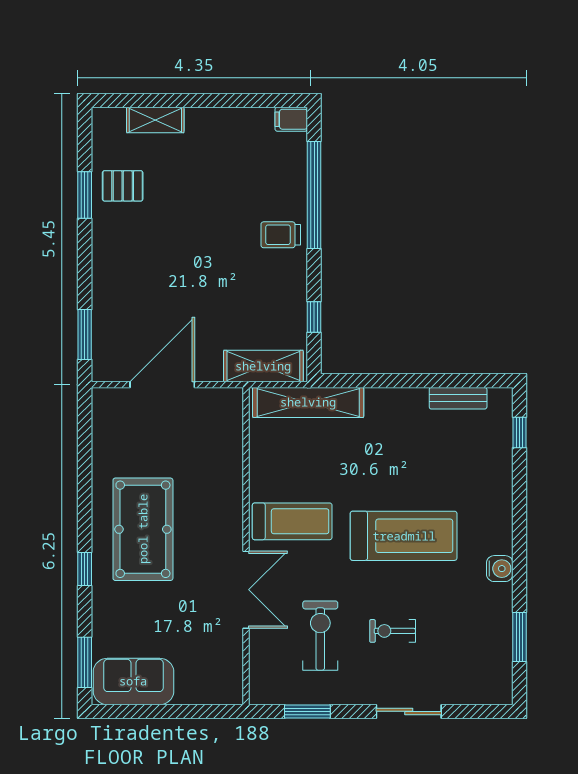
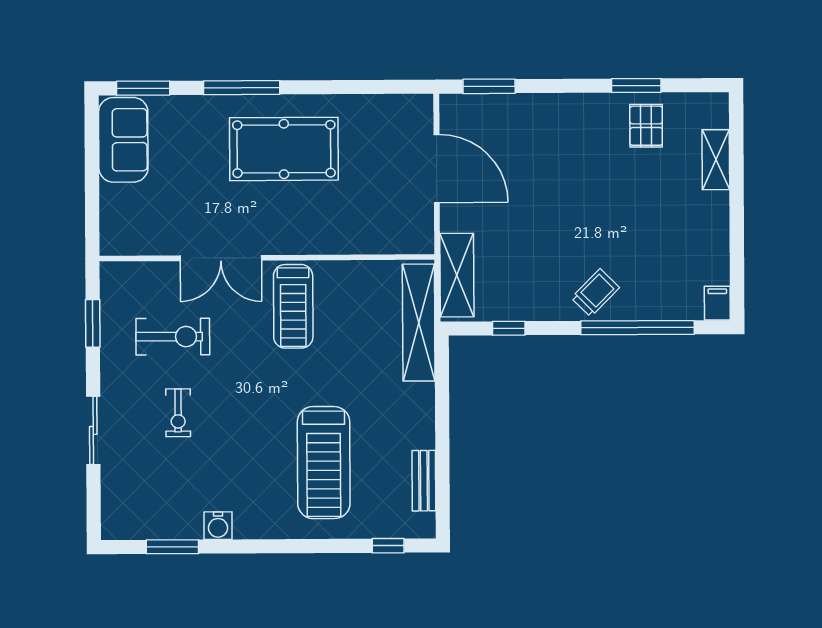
trolley: (281, 235) -> (595, 293), turned 45
treadmill: (404, 536) -> (324, 463), moved
window: (85, 569) -> (242, 88), width x2.17
water cooler: (500, 569) -> (218, 526), moved
exercise bike: (393, 631) -> (178, 413), turned 180

